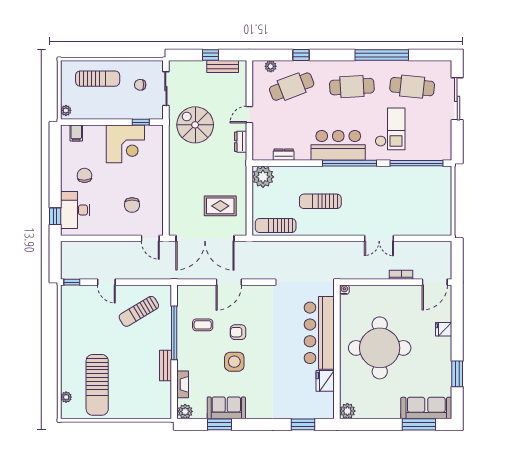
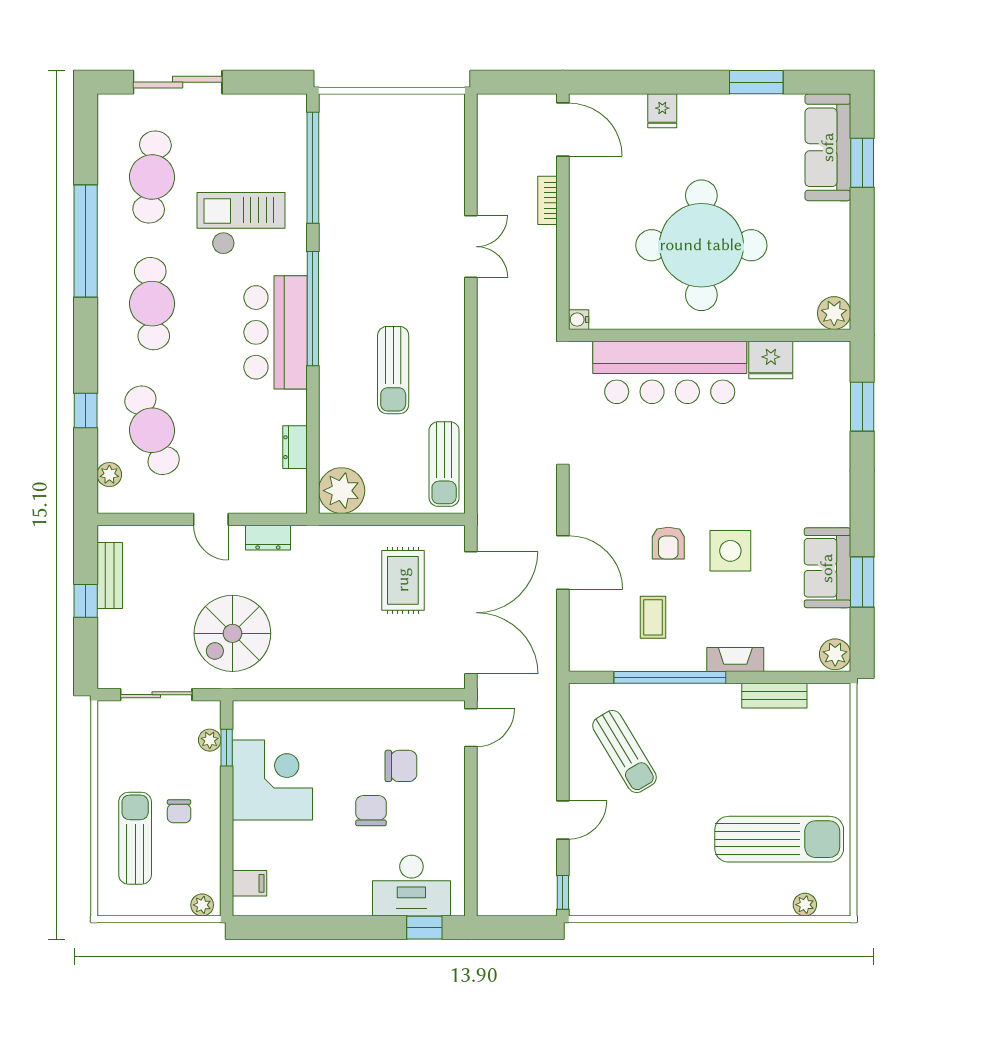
chair: (140, 85) -> (179, 811), moved
plant: (144, 114) -> (210, 740), added
chair: (84, 175) -> (371, 811), moved, turned 93
bench: (165, 365) -> (774, 696), moved
fireplace: (183, 384) -> (735, 660), moved
window: (419, 424) -> (862, 163), width x0.69

